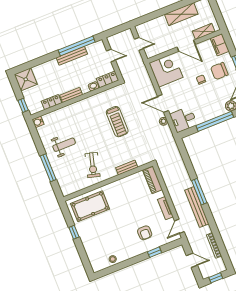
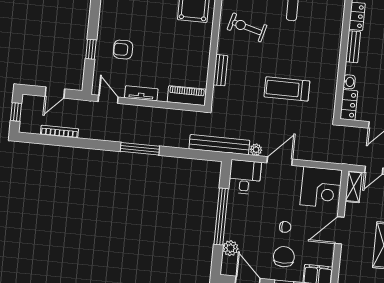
shelving: (204, 31) -> (354, 187), moved
bench: (197, 207) -> (219, 145), moved

